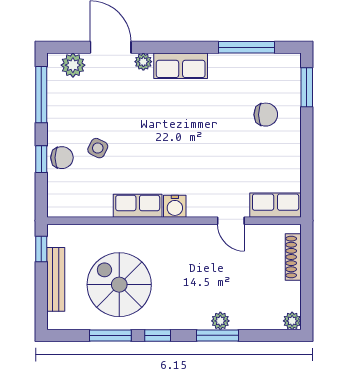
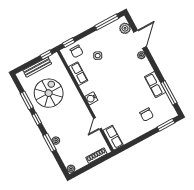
row of seats: (181, 66) -> (155, 85), moved
chair: (62, 158) -> (77, 51), moved
window: (41, 159) -> (69, 43), moved
row of seats: (138, 206) -> (78, 74), moved

